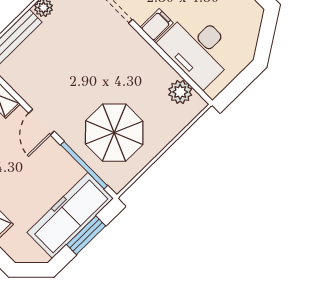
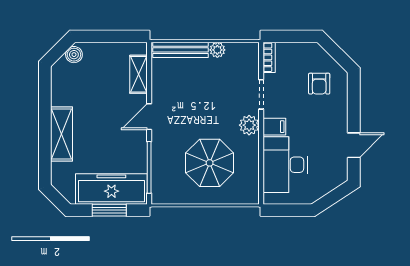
plant: (180, 92) -> (249, 125), moved
parasol: (114, 133) -> (210, 163), moved

